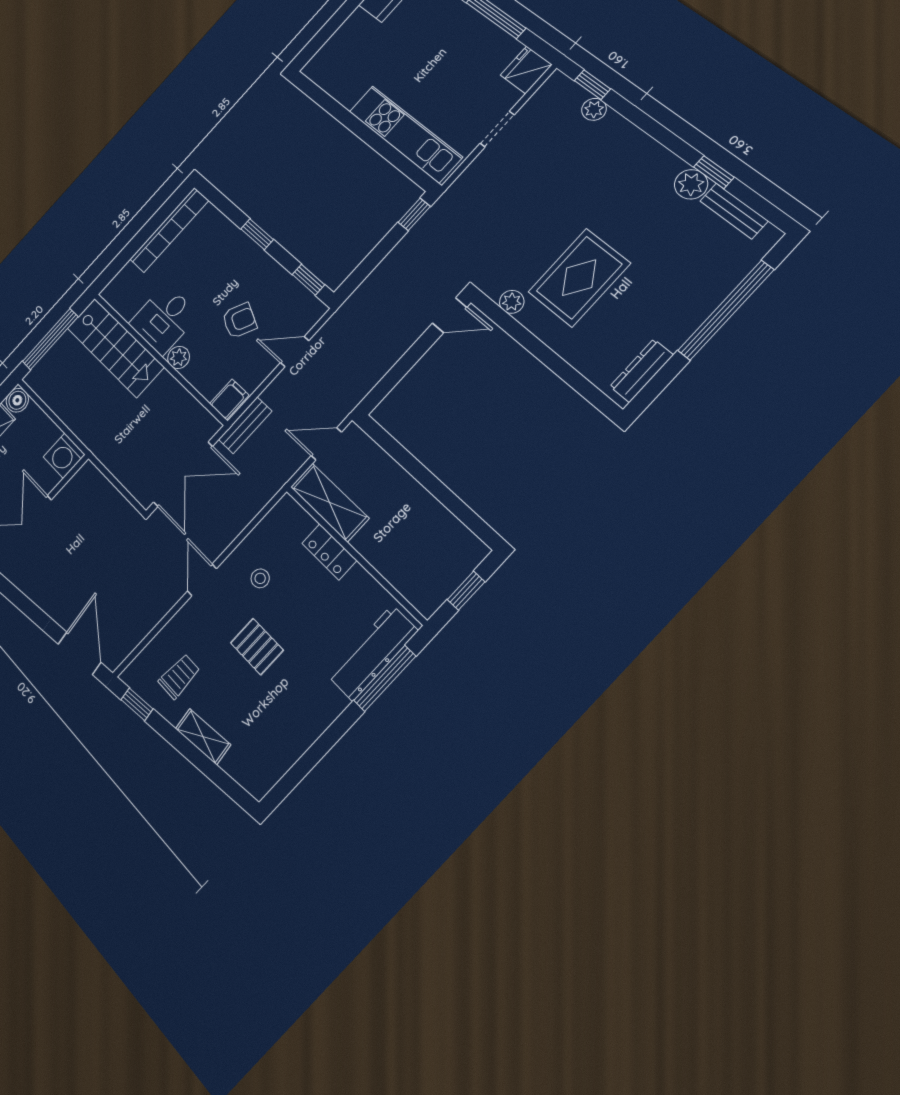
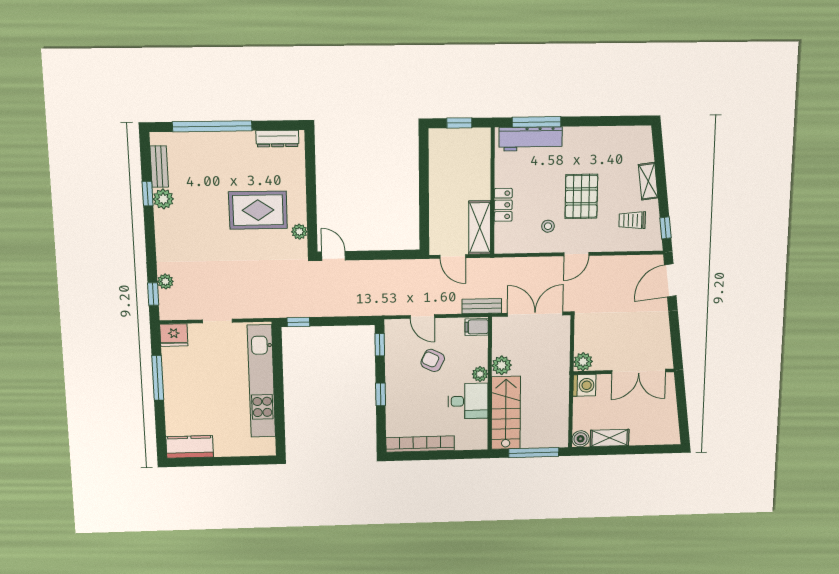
kitchen unit: (405, 134) -> (261, 381), width x1.36
plant: (166, 389) -> (502, 365), added
plant: (88, 478) -> (583, 362), added
pallet: (257, 647) -> (581, 196), width x1.50, depth x1.42

